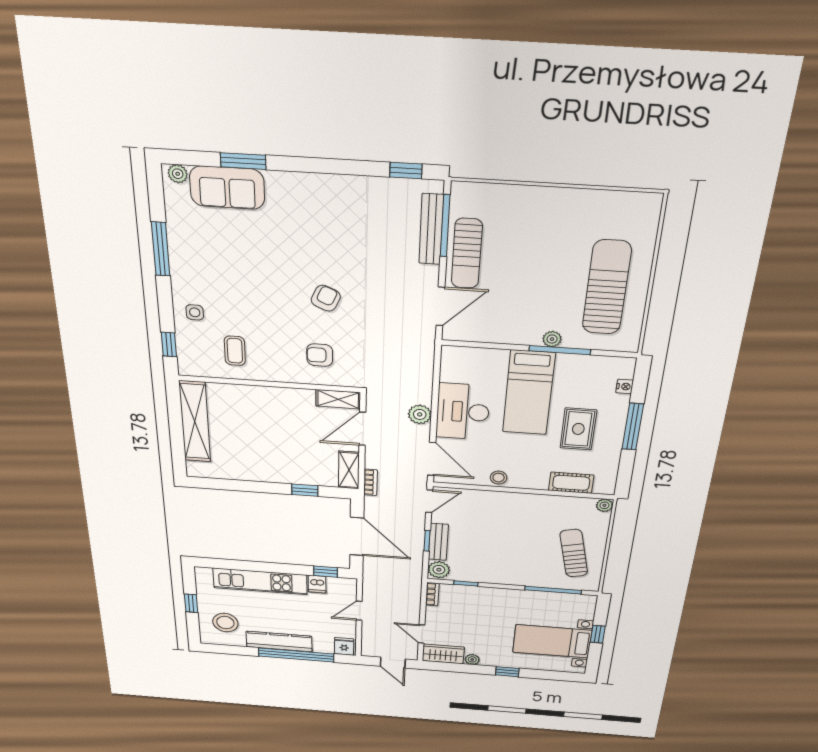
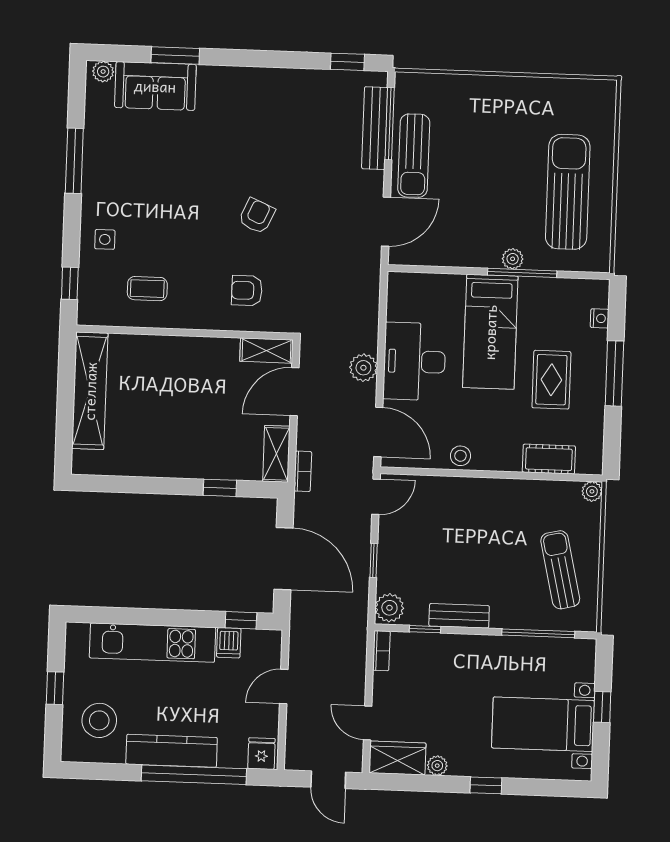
coffee table: (235, 351) -> (147, 289), turned 90
bench: (438, 542) -> (459, 616), moved, turned 90

